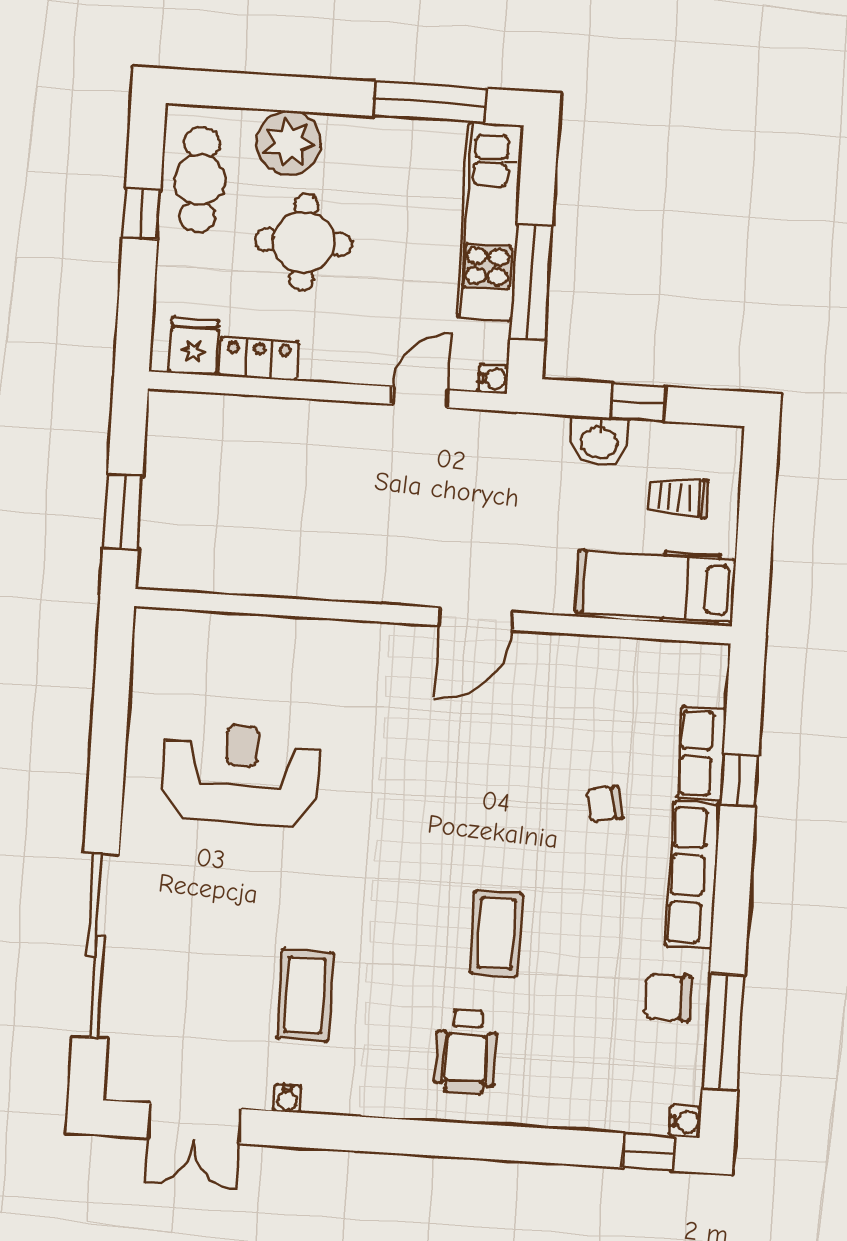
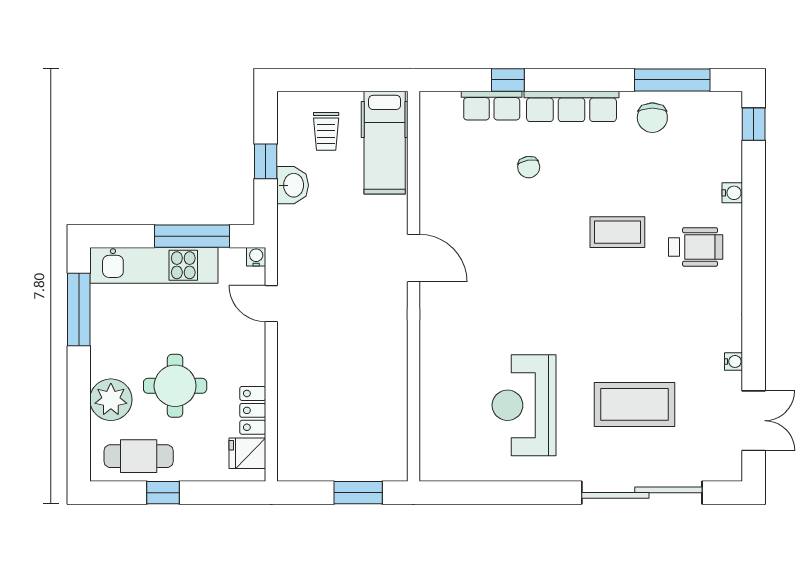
coffee table: (305, 995) -> (635, 404), moved, width x1.36, depth x1.32
water cooler: (685, 1122) -> (732, 193), moved, turned 90

